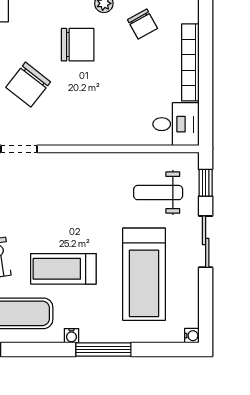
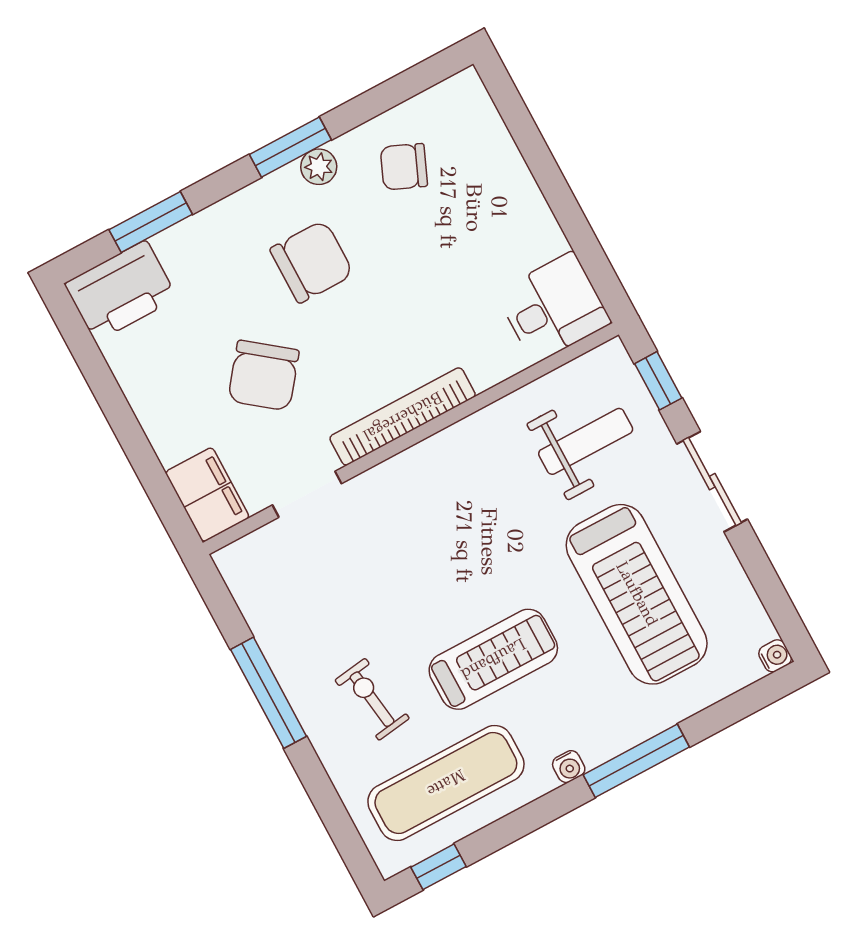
chair: (142, 24) -> (404, 167), turned 142
bookcase: (190, 62) -> (403, 416), moved, turned 90
weight bench: (158, 193) -> (586, 441), turned 180
treadmill: (63, 269) -> (493, 659), turned 180

